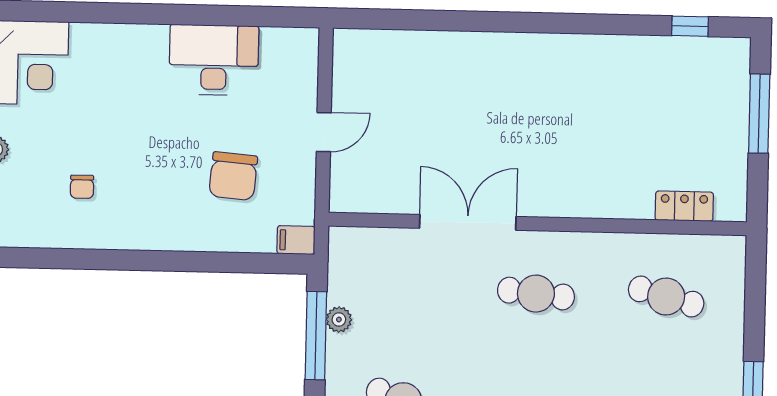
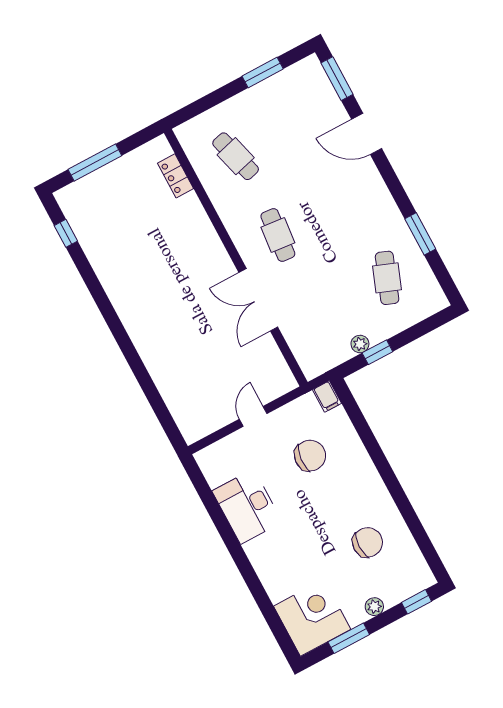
door: (324, 132) -> (253, 416), hinge flipped
chair: (82, 187) -> (368, 542), width x1.87, depth x1.87
cafe table: (666, 297) -> (236, 156), turned -30
window: (316, 336) -> (377, 352), width x0.46

